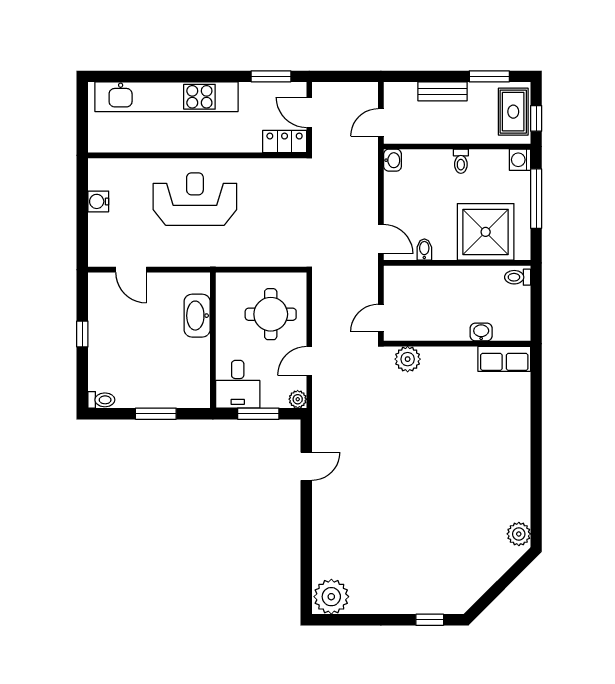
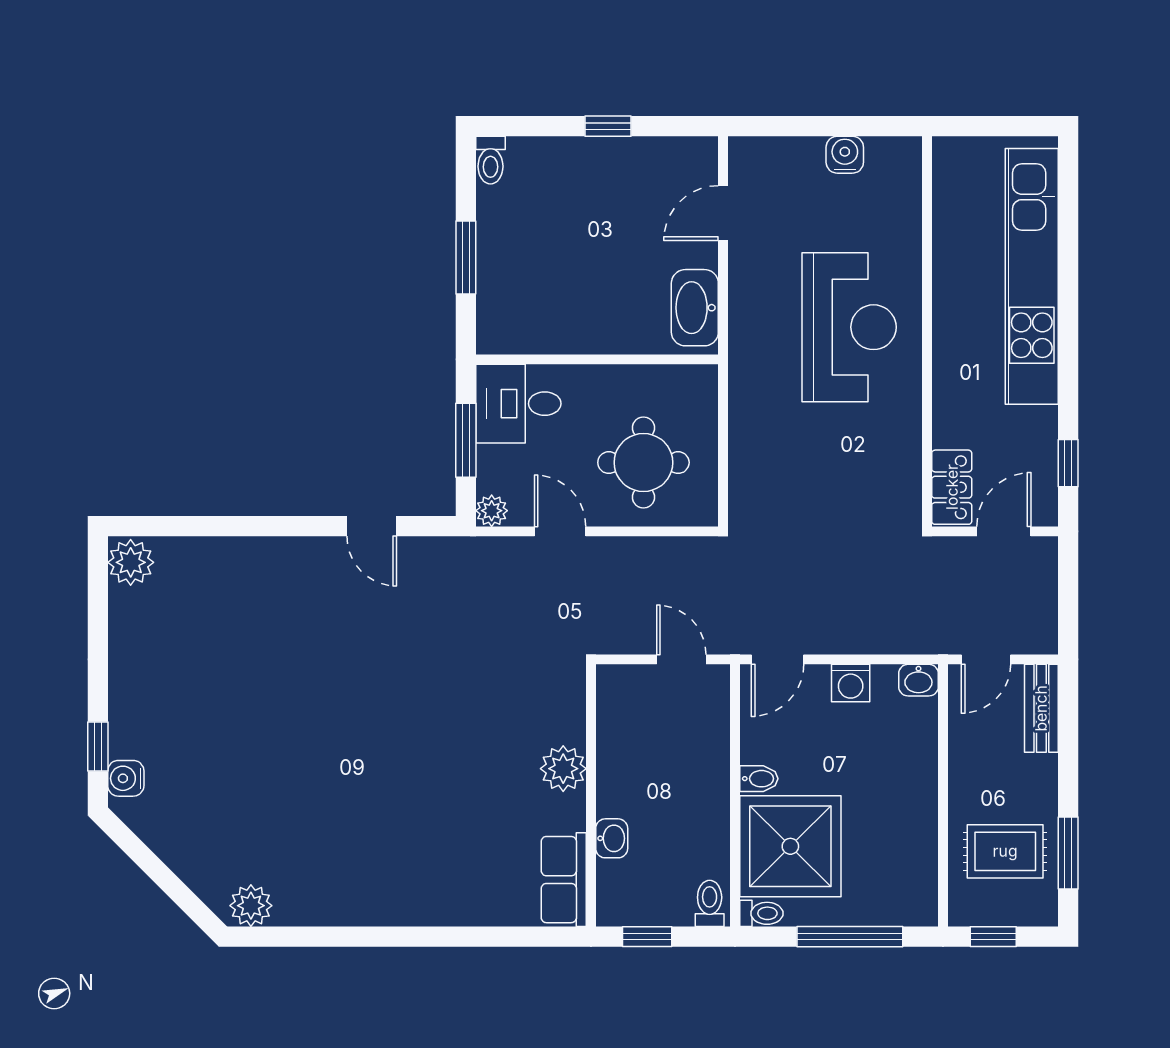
window: (271, 76) -> (1068, 463), width x0.67
bench: (442, 91) -> (1041, 708), moved
rug: (513, 112) -> (1005, 851), moved
door: (381, 122) -> (986, 659), swing flipped
washing machine: (520, 160) -> (851, 683), moved, turned 180
toilet: (461, 161) -> (761, 913), moved, turned 180
bidet: (424, 250) -> (759, 779), moved
window: (536, 312) -> (647, 937), added
washbasin: (197, 316) -> (695, 308), moved, turned -90
door: (381, 318) -> (681, 659), moved
plant: (408, 359) -> (563, 769), moved
plant: (331, 597) -> (131, 562), width x0.73, depth x0.73
water cooler: (448, 604) -> (126, 778), added

